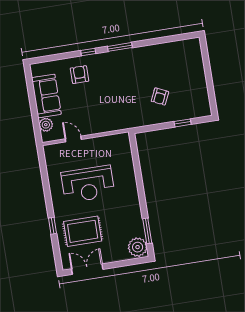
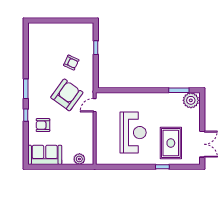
sofa: (46, 96) -> (45, 155), moved
armchair: (120, 97) -> (67, 95), added
door: (73, 139) -> (95, 105), moved
double door: (87, 269) -> (202, 144), swing flipped

